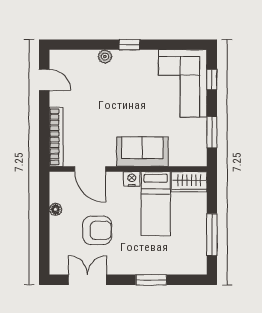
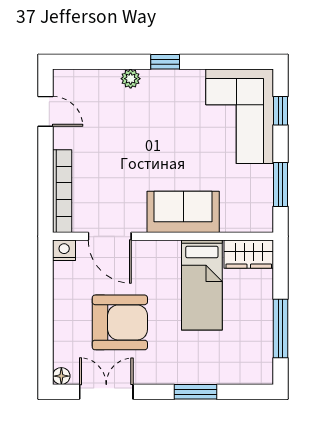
nightstand: (132, 179) -> (64, 250), moved
floor lamp: (56, 209) -> (61, 376), moved
armchair: (97, 230) -> (120, 322), width x1.36, depth x1.36

